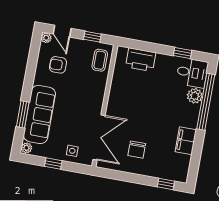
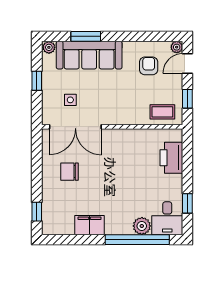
side table: (72, 151) -> (70, 100), moved

